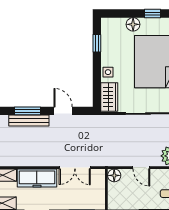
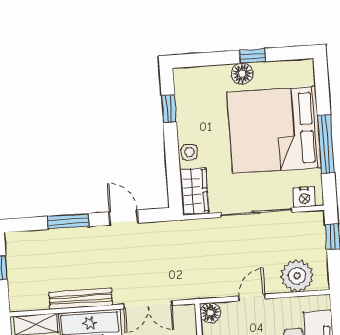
floor lamp: (133, 24) -> (242, 74), moved
bench: (29, 121) -> (81, 299), moved
door: (141, 168) -> (252, 297), swing flipped

